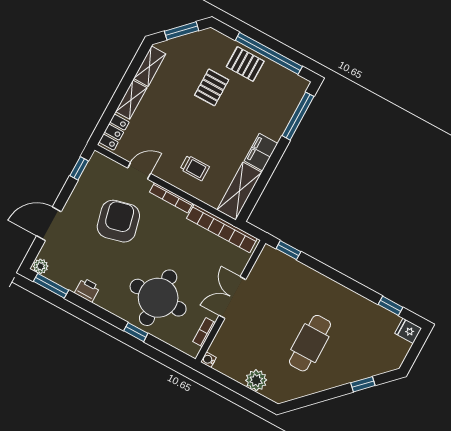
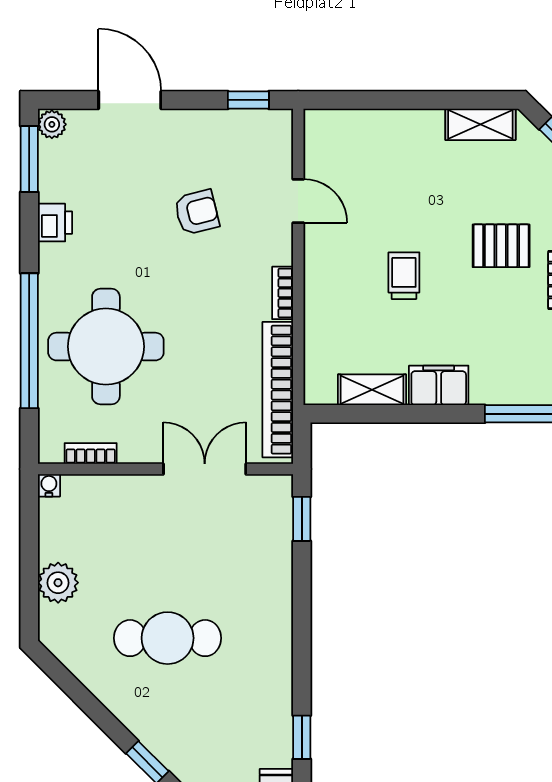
shelving: (131, 100) -> (408, 124), removed
locker: (114, 132) -> (339, 125), removed
trolley: (195, 168) -> (404, 276), moved, turned 180
shelving: (239, 191) -> (372, 390), width x0.67, depth x0.75
bookcase: (171, 198) -> (283, 293), width x0.64
armchair: (118, 221) -> (197, 212), width x0.53, depth x0.53
double door: (232, 297) -> (205, 469), moved
window: (136, 332) -> (29, 341), width x3.17

